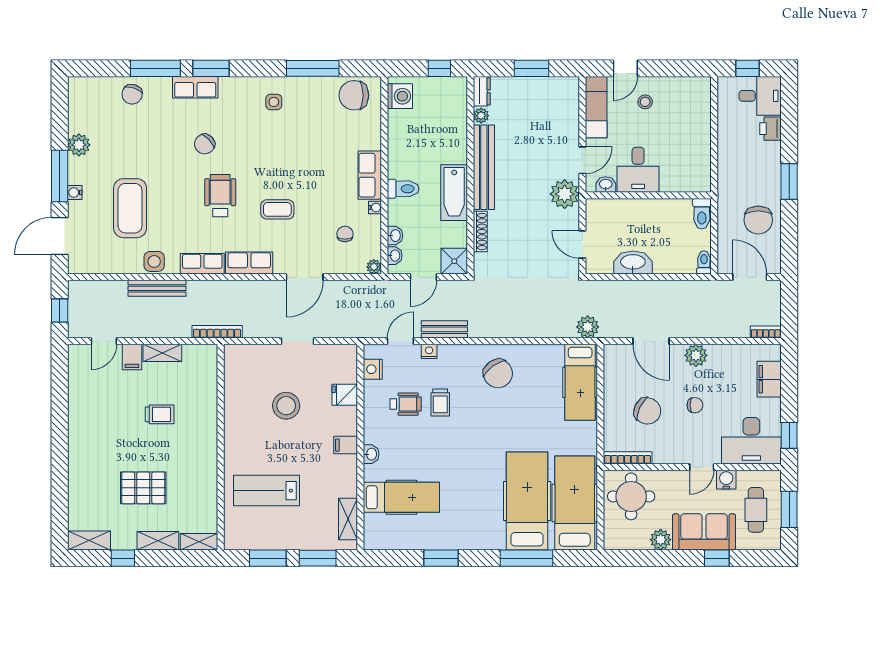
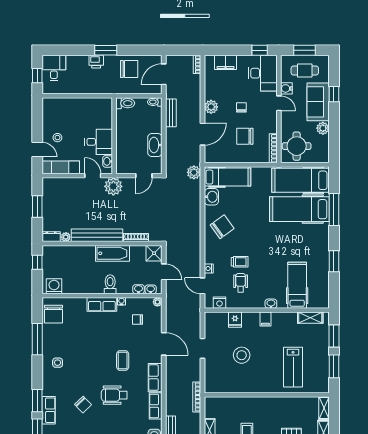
printer: (770, 129) -> (96, 62), moved
bench: (444, 329) -> (171, 113), moved
washbasin: (548, 356) -> (211, 197), added
chair: (647, 411) -> (245, 136), turned -115

